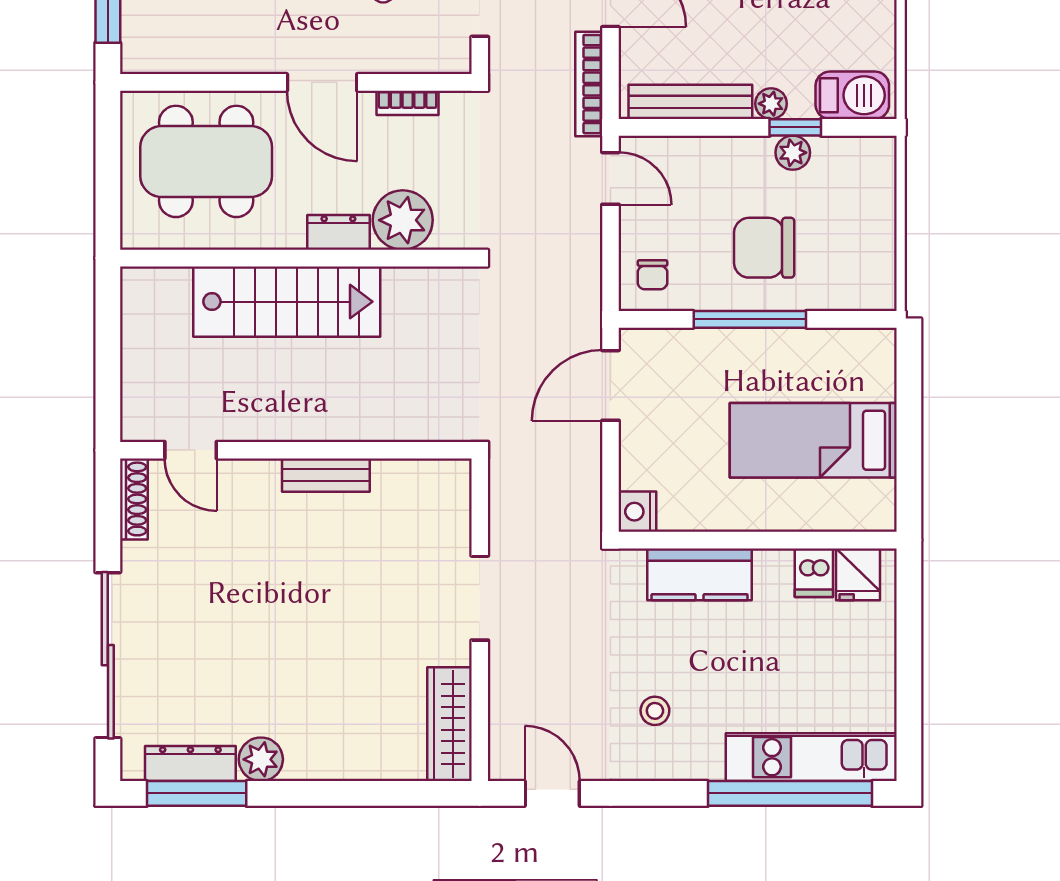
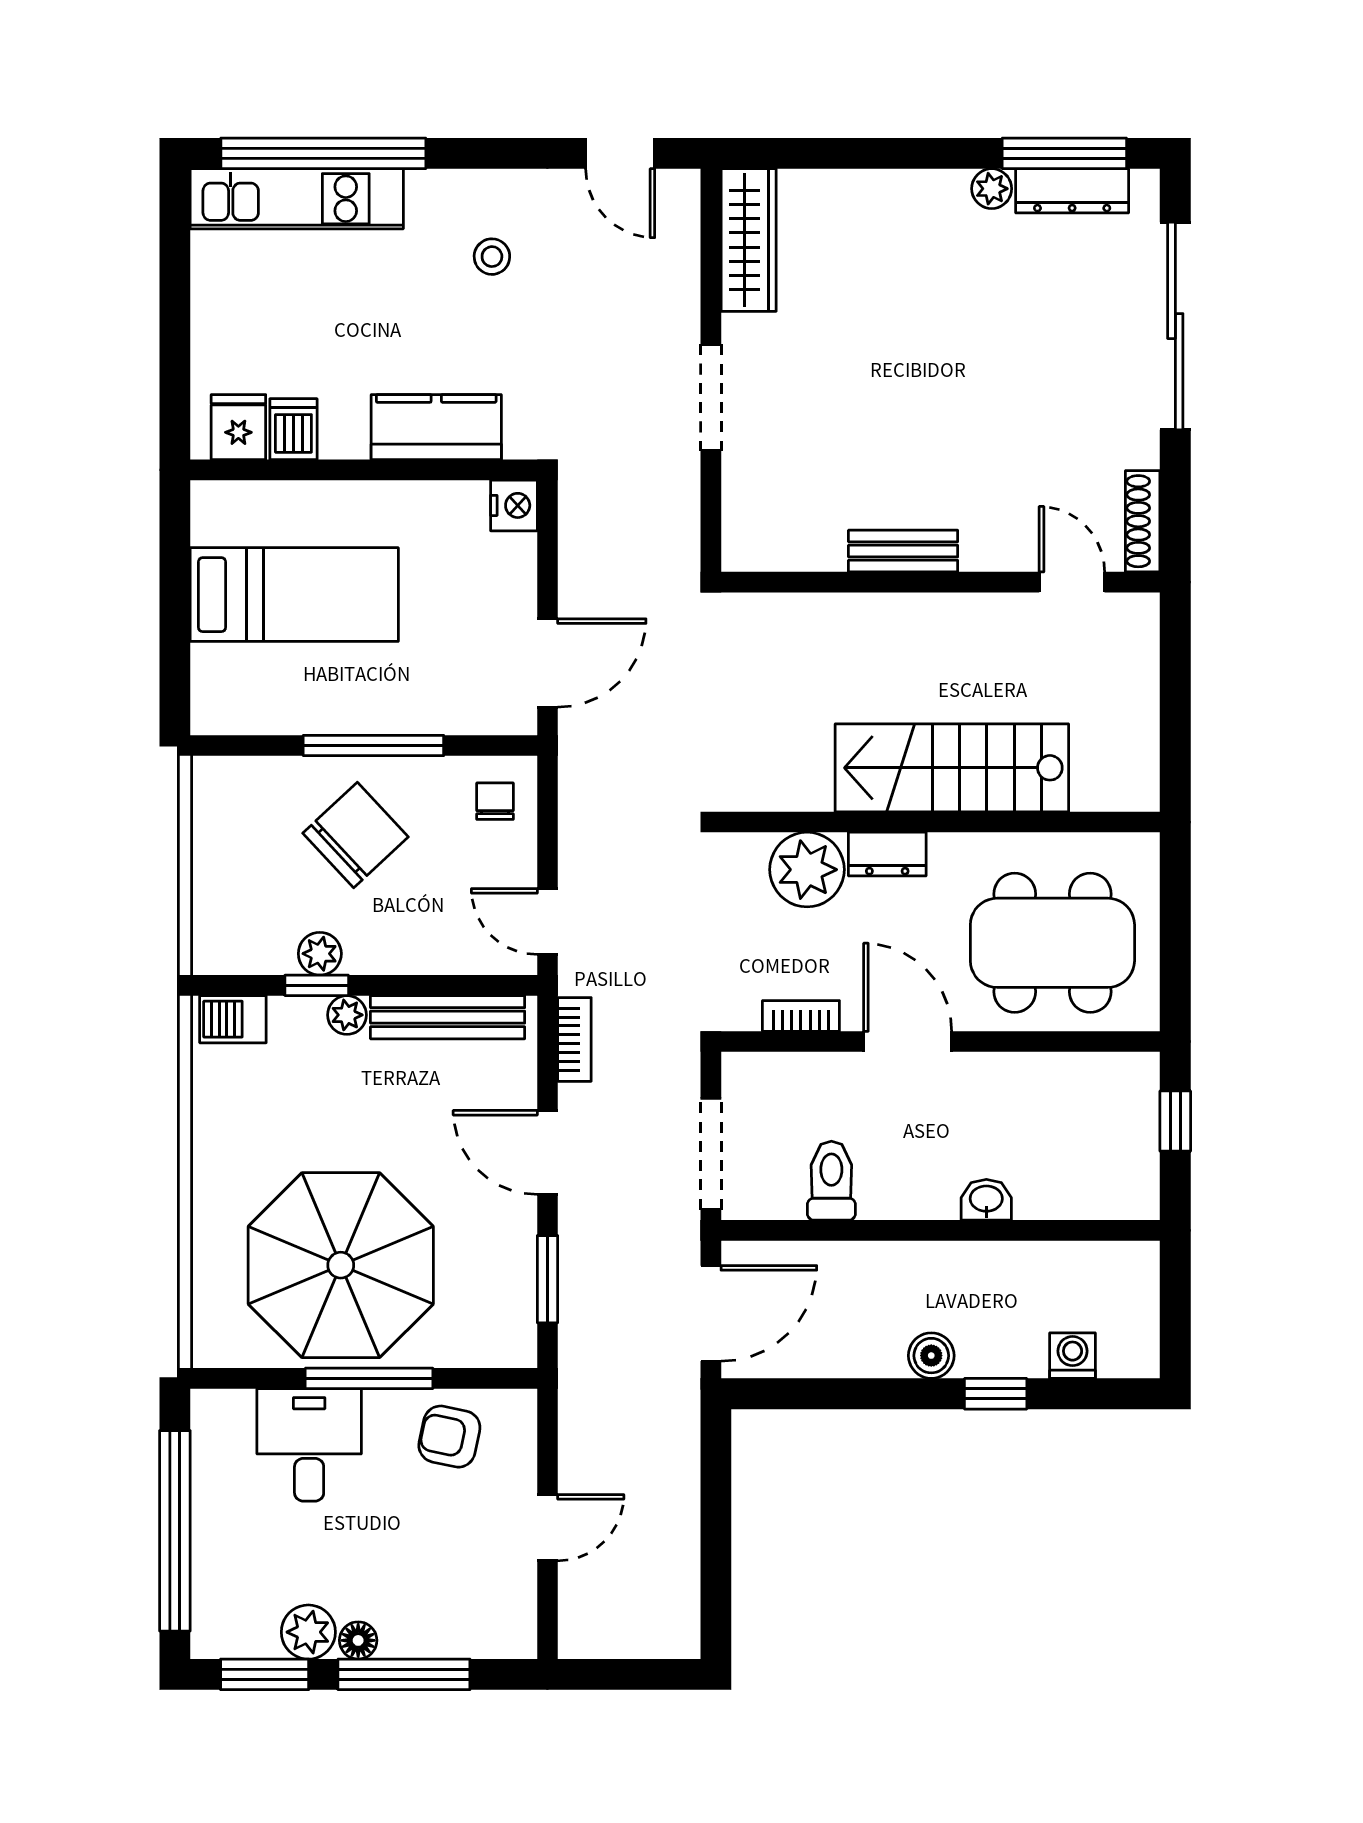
bookcase: (589, 84) -> (574, 1039), width x0.64
barbecue: (852, 95) -> (233, 1019), width x0.73, depth x0.79
chair: (764, 248) -> (356, 835), turned -43
plant: (261, 759) -> (992, 189), width x0.73, depth x0.73

